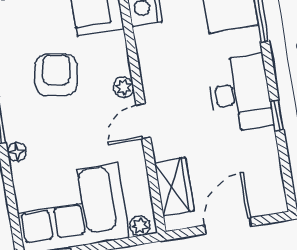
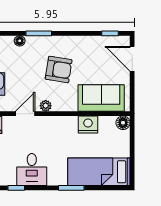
desk: (240, 93) -> (32, 170), width x0.73
door: (143, 121) -> (25, 114), hinge flipped

